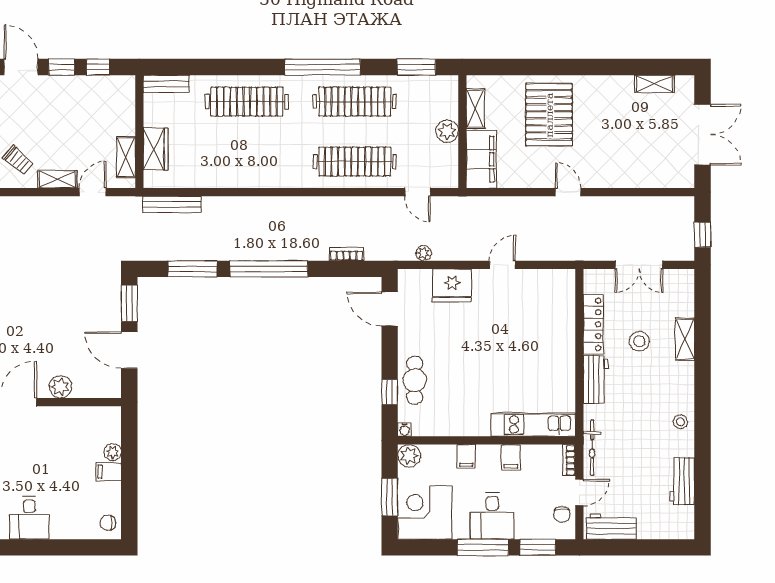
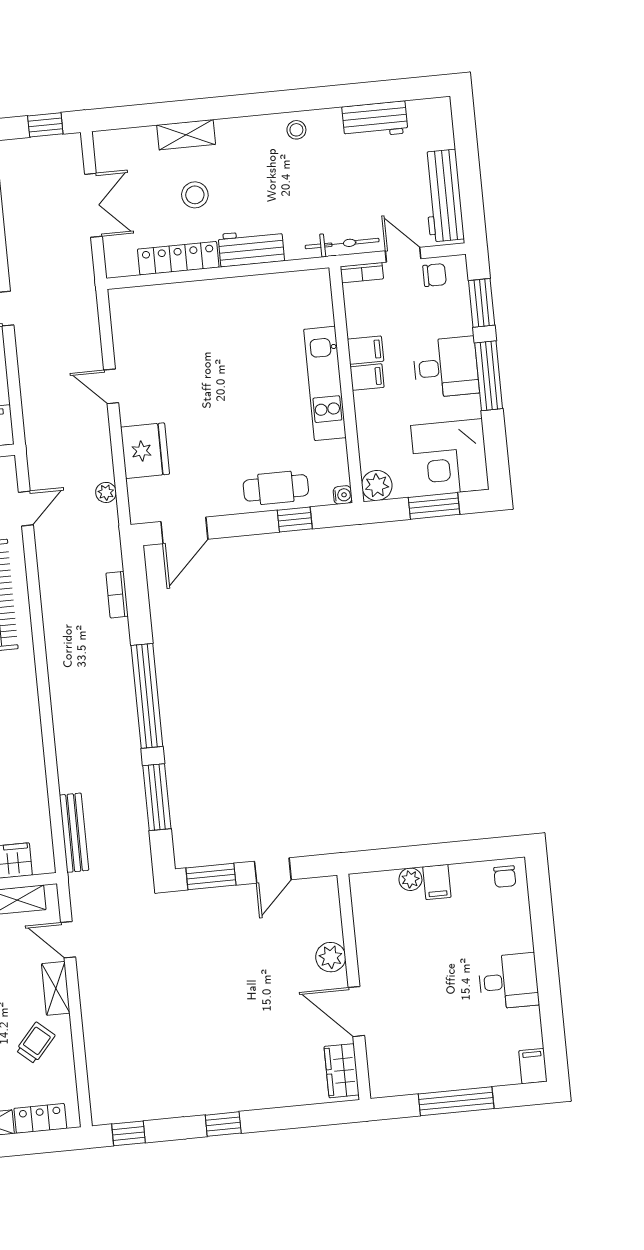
door: (129, 350) -> (273, 870), width x0.73
kitchen unit: (533, 425) -> (325, 383), moved
filing cabinet: (466, 456) -> (367, 377), moved
workbench: (611, 527) -> (443, 196), width x1.38

